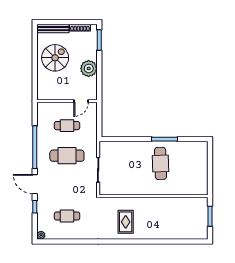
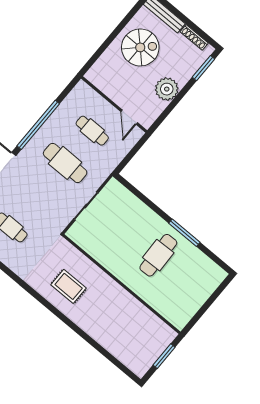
door: (81, 101) -> (129, 117), hinge flipped
rug: (126, 222) -> (69, 286), turned 90

